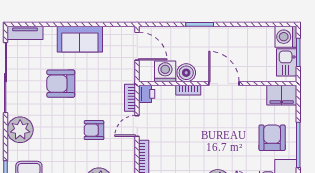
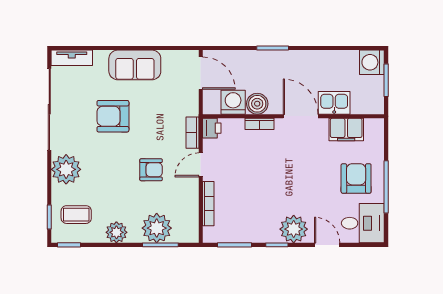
kitchen sink: (287, 62) -> (334, 103), moved, turned 90
filing cabinet: (282, 95) -> (346, 129), moved
armchair: (94, 130) -> (151, 170), turned 180

